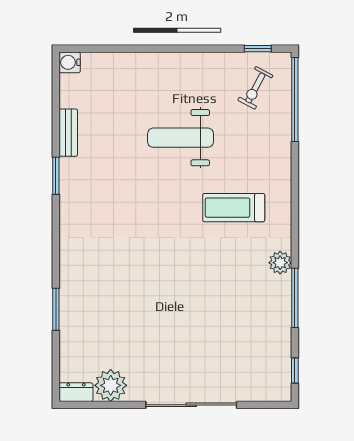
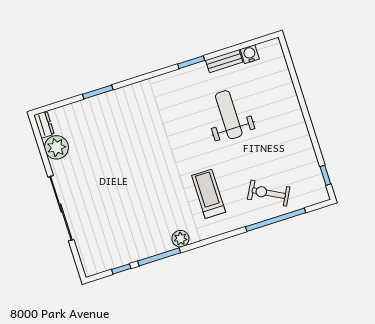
water cooler: (70, 62) -> (250, 54), moved
exercise bike: (255, 88) -> (269, 193), moved, width x1.38, depth x1.39
window: (295, 99) -> (276, 220), moved
weight bench: (181, 138) -> (229, 115), moved
window: (295, 370) -> (121, 269), moved

